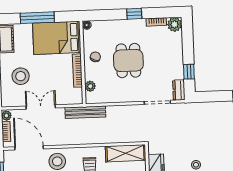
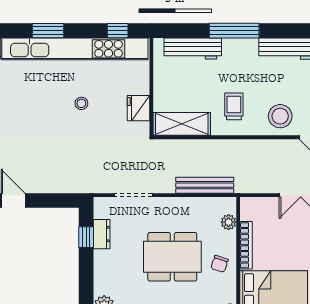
dining table: (128, 61) -> (172, 257), width x1.37
dresser: (179, 90) -> (102, 234), moved
bench: (85, 112) -> (205, 185), moved

